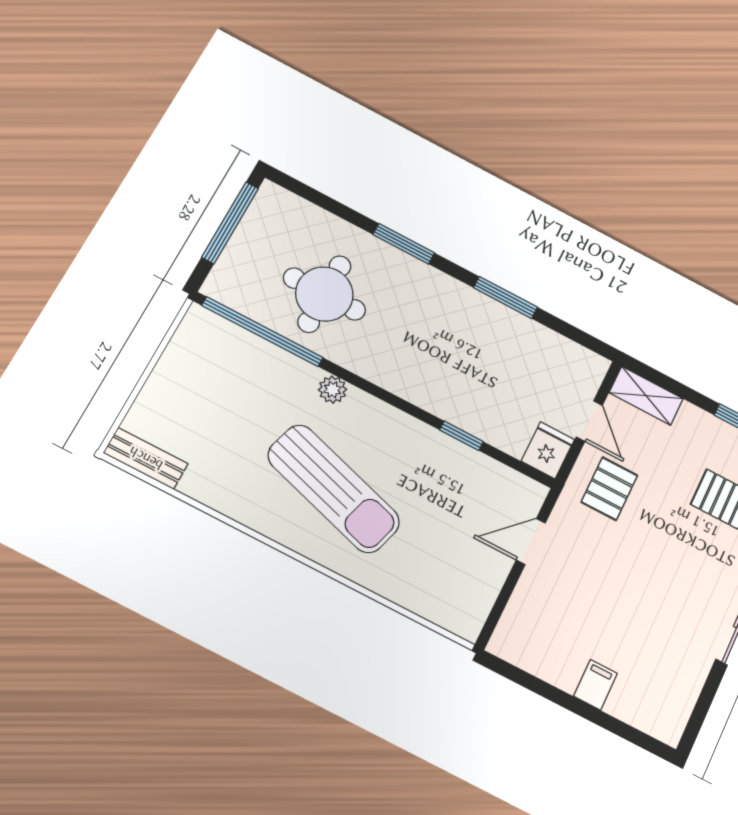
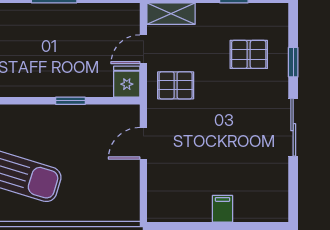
door: (589, 421) -> (143, 49), swing flipped
pallet: (609, 489) -> (176, 85), turned 90

